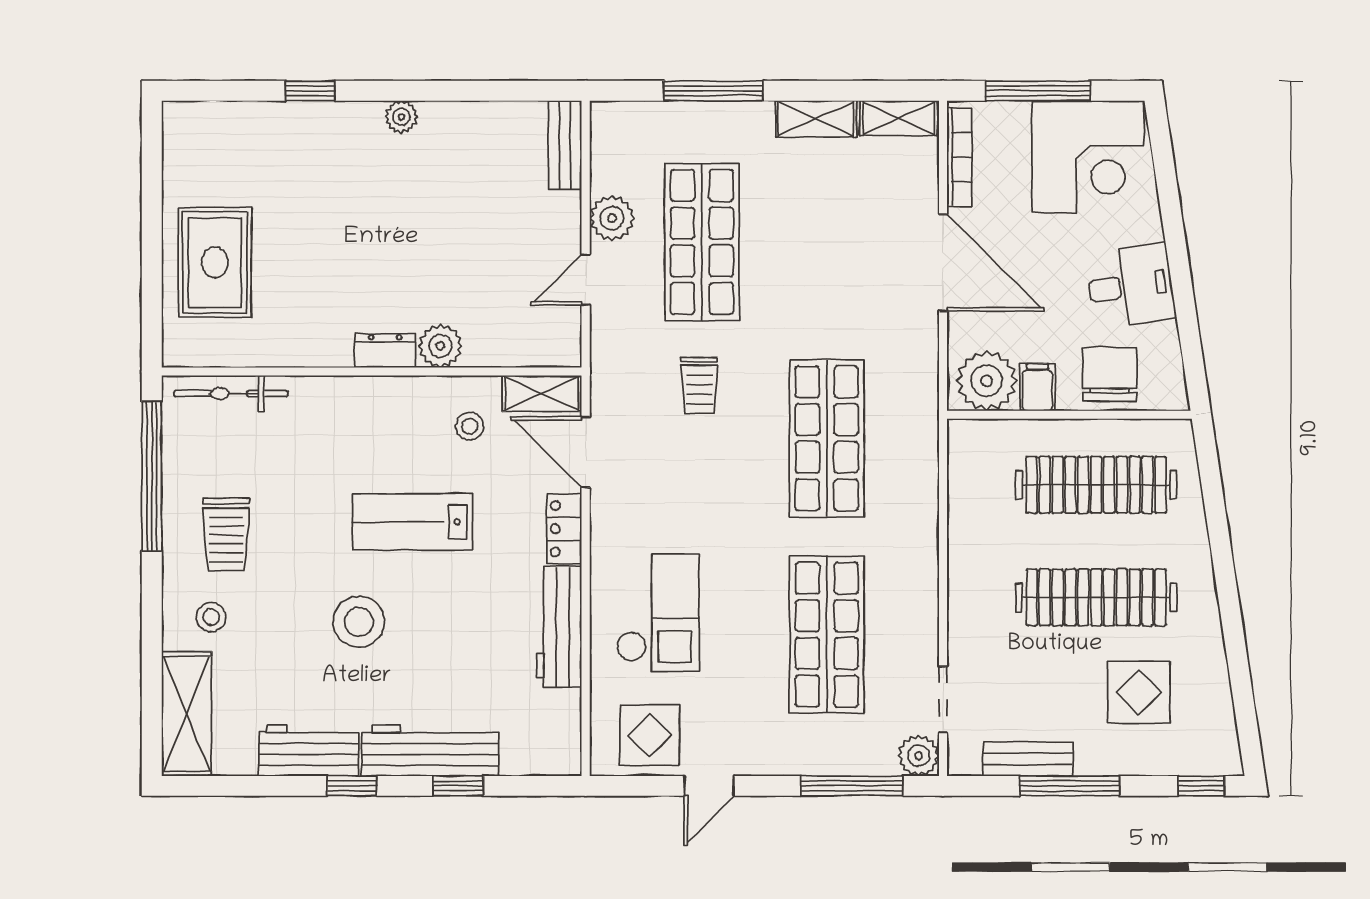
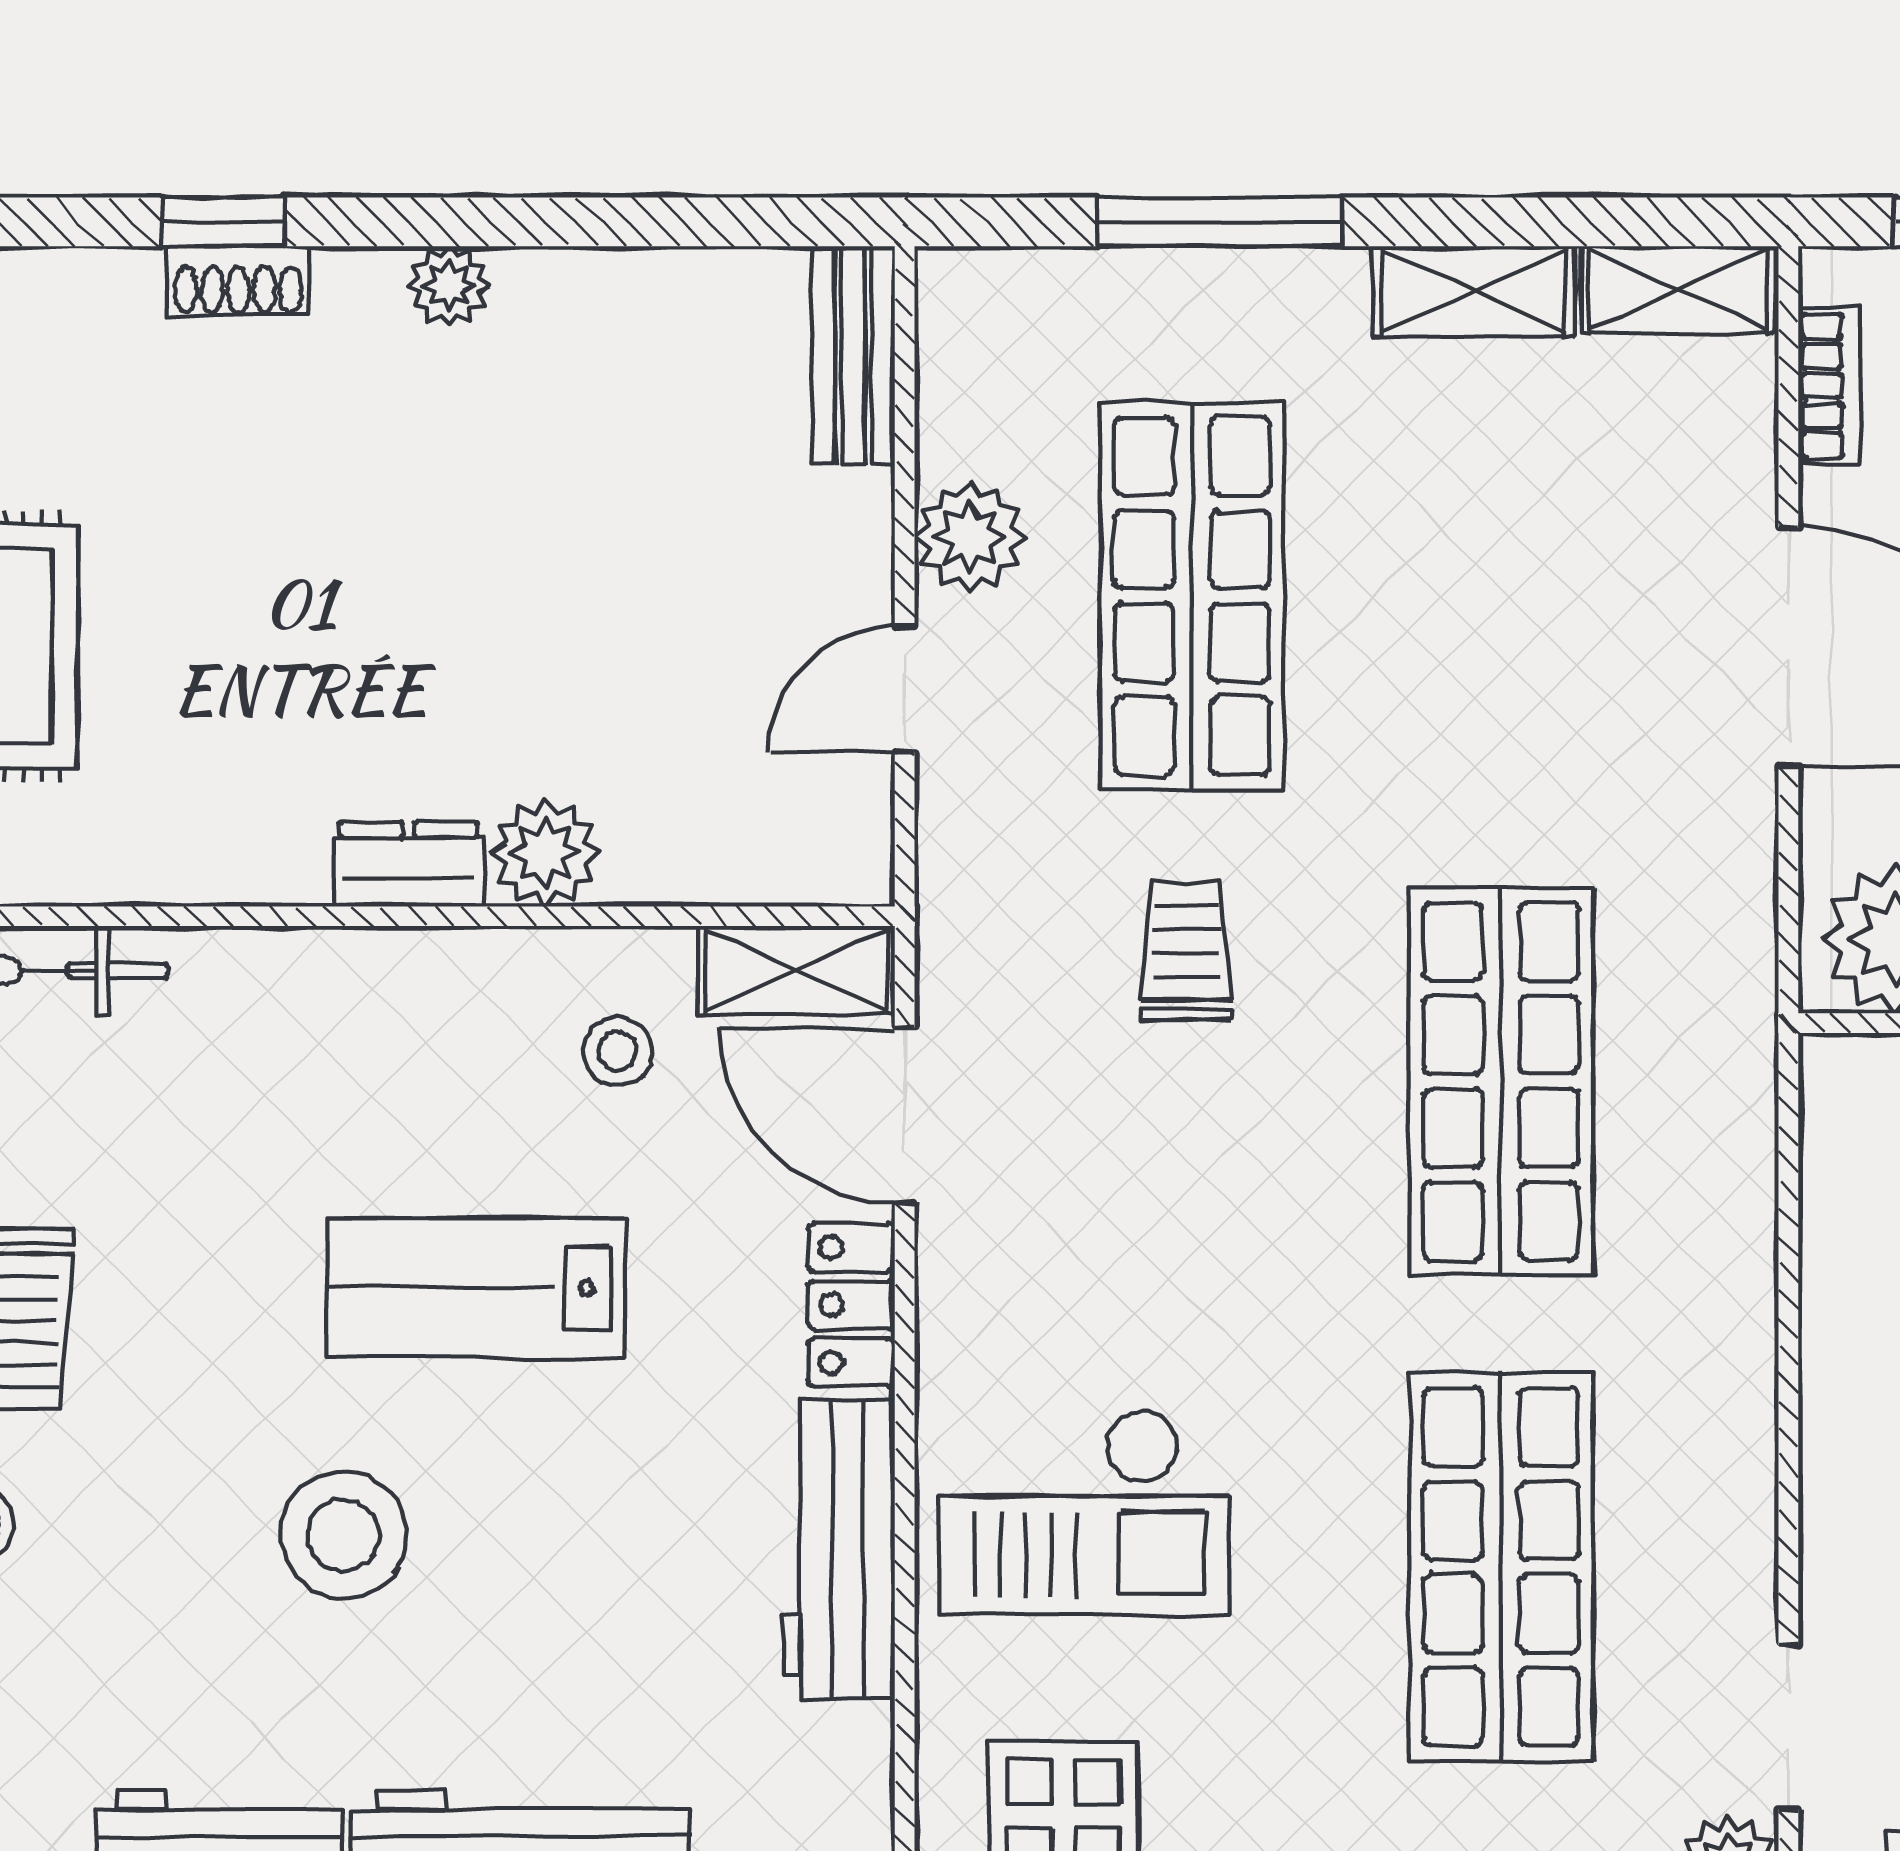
shoe rack: (316, 115) -> (238, 281), added
bookcase: (960, 157) -> (1829, 386), width x0.64
trolley: (699, 386) -> (1186, 951), turned 180
checkout: (658, 612) -> (1084, 1512), turned 90

